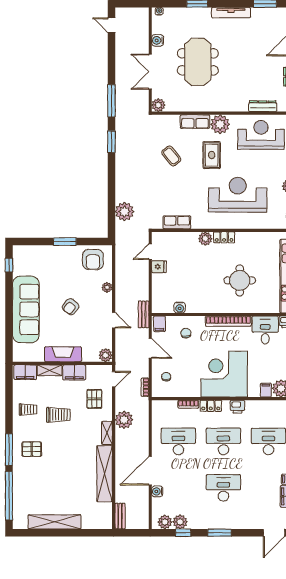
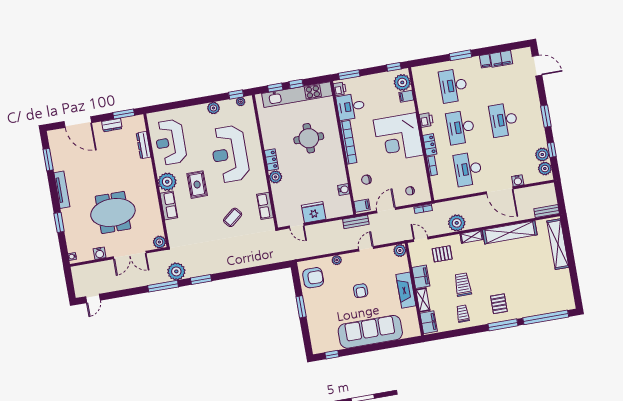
rug: (212, 155) -> (197, 185), turned 90
coffee table: (171, 156) -> (233, 217), moved
plant: (125, 212) -> (176, 271), moved
fridge: (159, 267) -> (314, 212), width x1.88, depth x1.34
armchair: (71, 307) -> (361, 291), turned 51
shelving: (54, 522) -> (558, 244), moved

